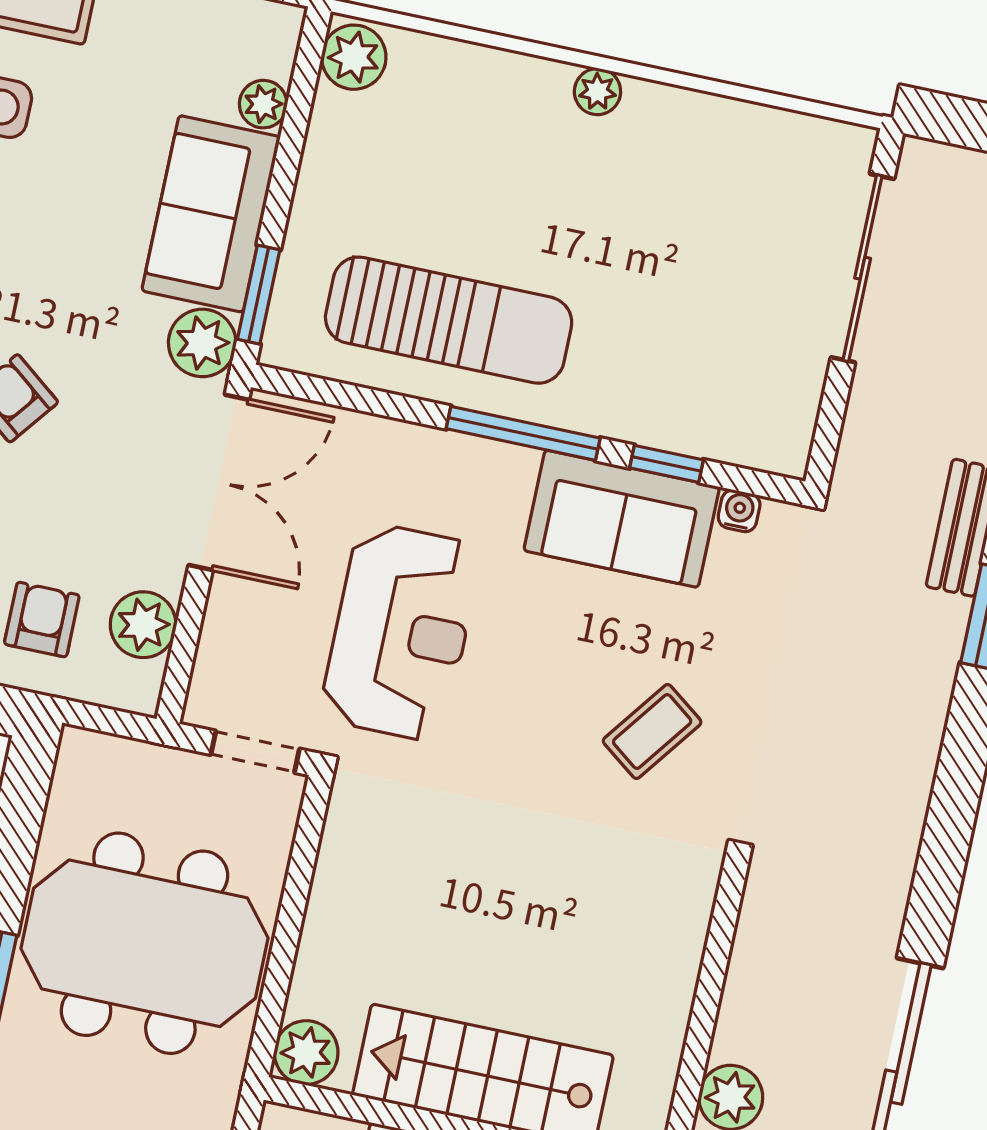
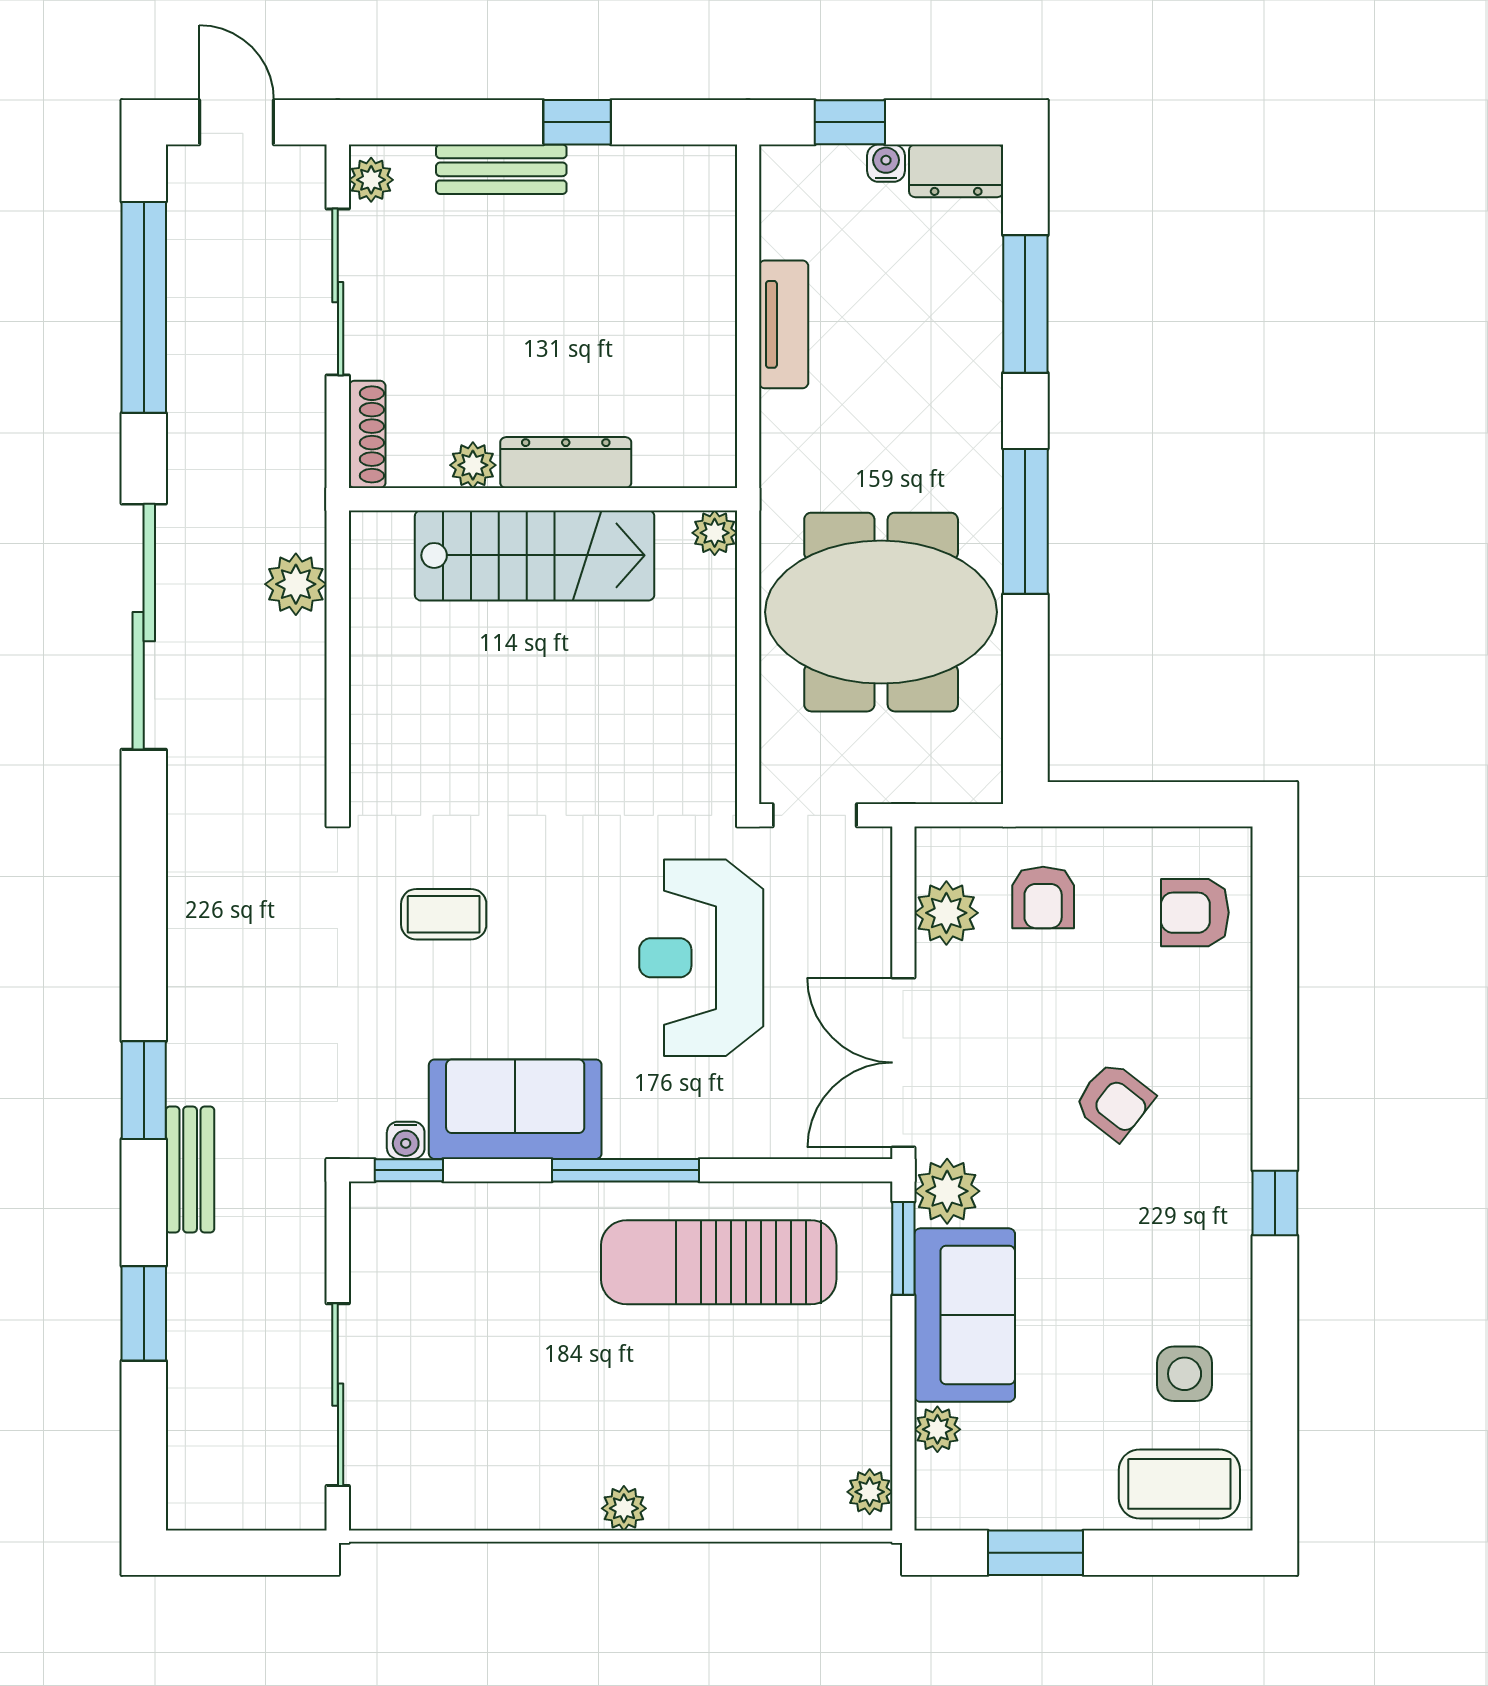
plant: (354, 57) -> (870, 1492), width x0.73, depth x0.73
window: (667, 464) -> (409, 1170), moved
coffee table: (652, 732) -> (444, 914), turned 53
plant: (306, 1053) -> (715, 533), width x0.73, depth x0.73

